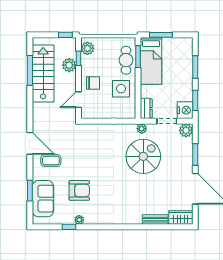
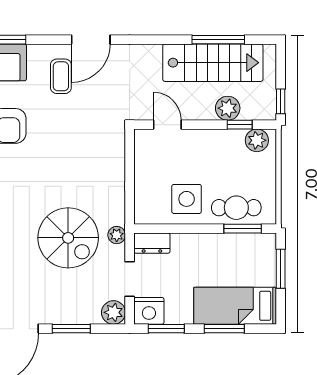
bed: (151, 61) -> (235, 306), moved
chair: (93, 83) -> (196, 150), removed

